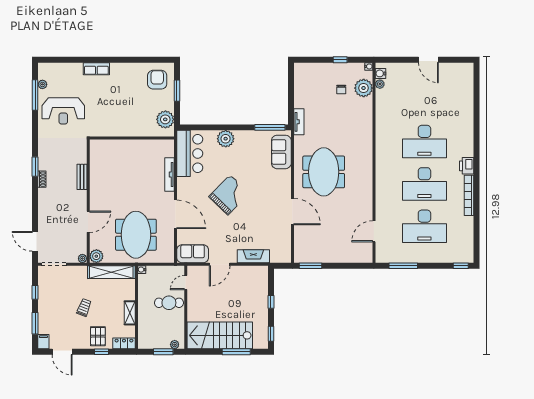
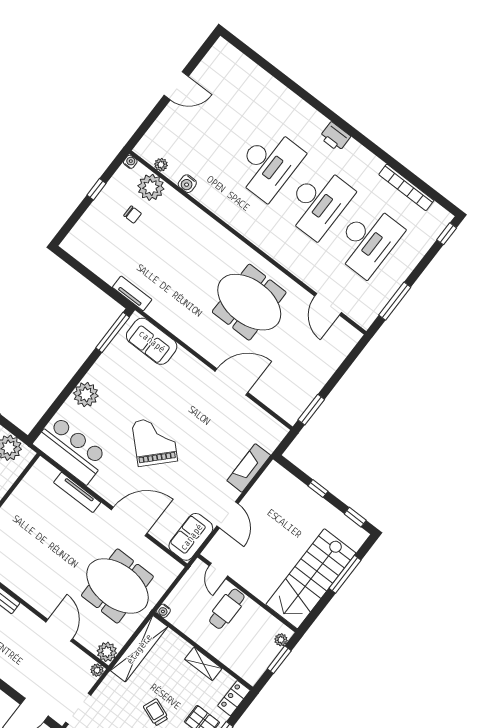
water cooler: (381, 73) -> (187, 184), moved
meeting table: (324, 172) -> (249, 302), moved
bookcase: (469, 195) -> (406, 187), moved

